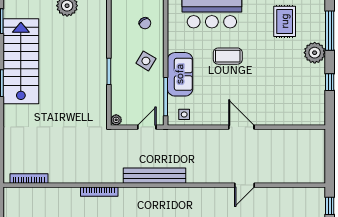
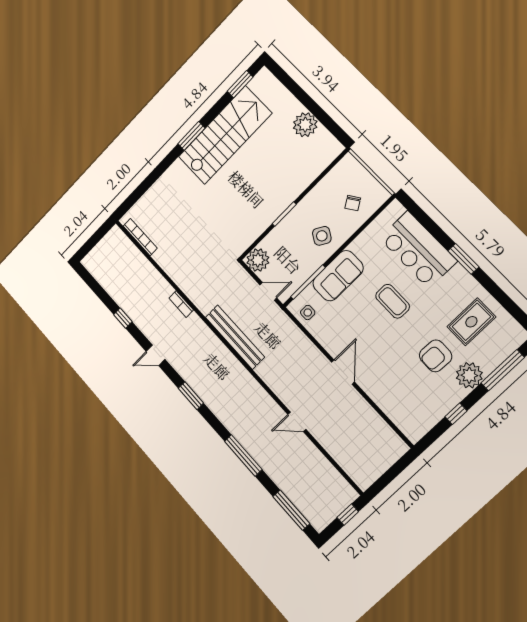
armchair: (285, 62) -> (436, 356), added
plant: (116, 120) -> (258, 260), width x1.87, depth x1.87
bookcase: (99, 192) -> (181, 304), width x0.64

